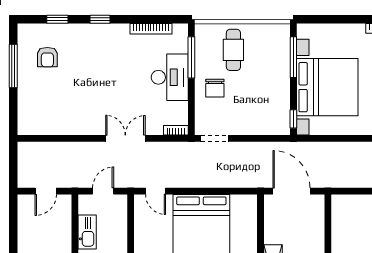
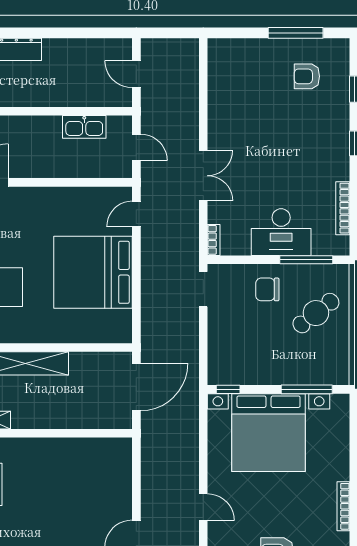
cafe table: (233, 50) -> (316, 313), turned -38

